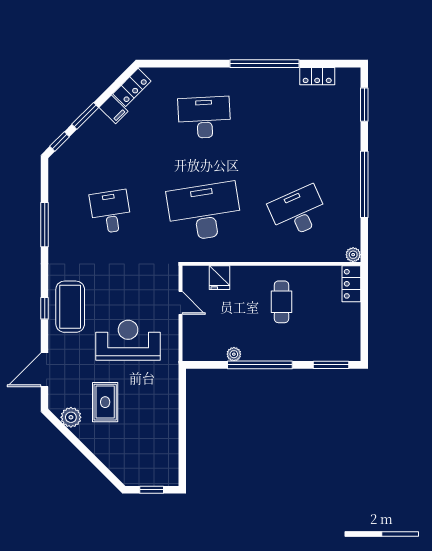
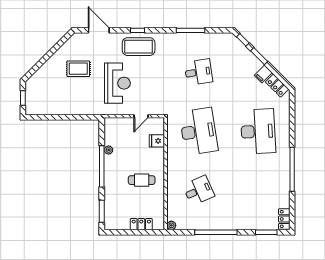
locker: (317, 76) -> (284, 219), moved
desk: (204, 118) -> (258, 131), width x1.36, depth x1.30
desk: (298, 212) -> (199, 191), width x0.73
locker: (351, 284) -> (141, 224), moved
plant: (71, 417) -> (69, 47), removed

